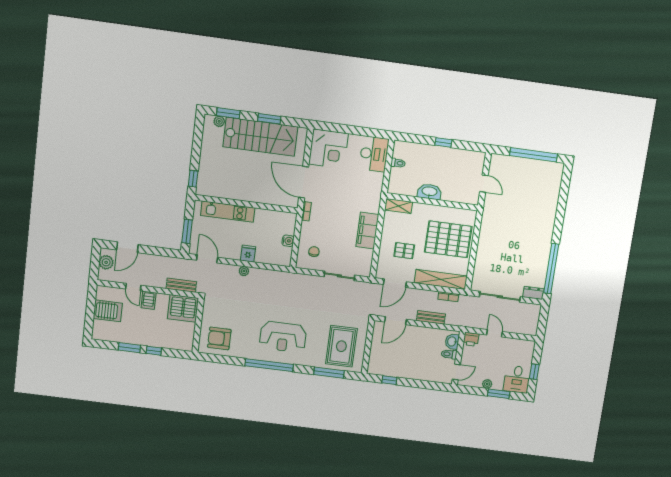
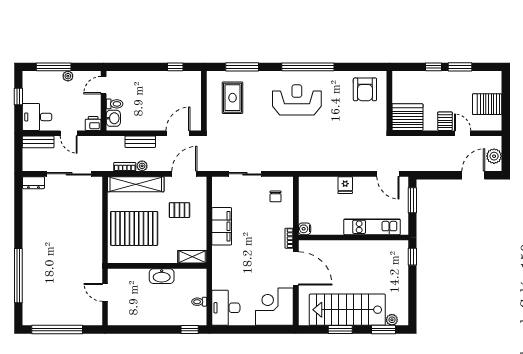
window: (443, 142) -> (190, 330), moved
water cooler: (288, 241) -> (305, 229), moved
window: (551, 269) -> (18, 276), moved
plant: (244, 271) -> (142, 166), moved
bench: (181, 285) -> (38, 142), moved
armchair: (219, 338) -> (365, 89), turned 90
rug: (341, 346) -> (233, 98), width x0.73, depth x0.70
desk: (517, 379) -> (37, 117), moved, turned -90
window: (499, 394) -> (54, 67), width x1.44

